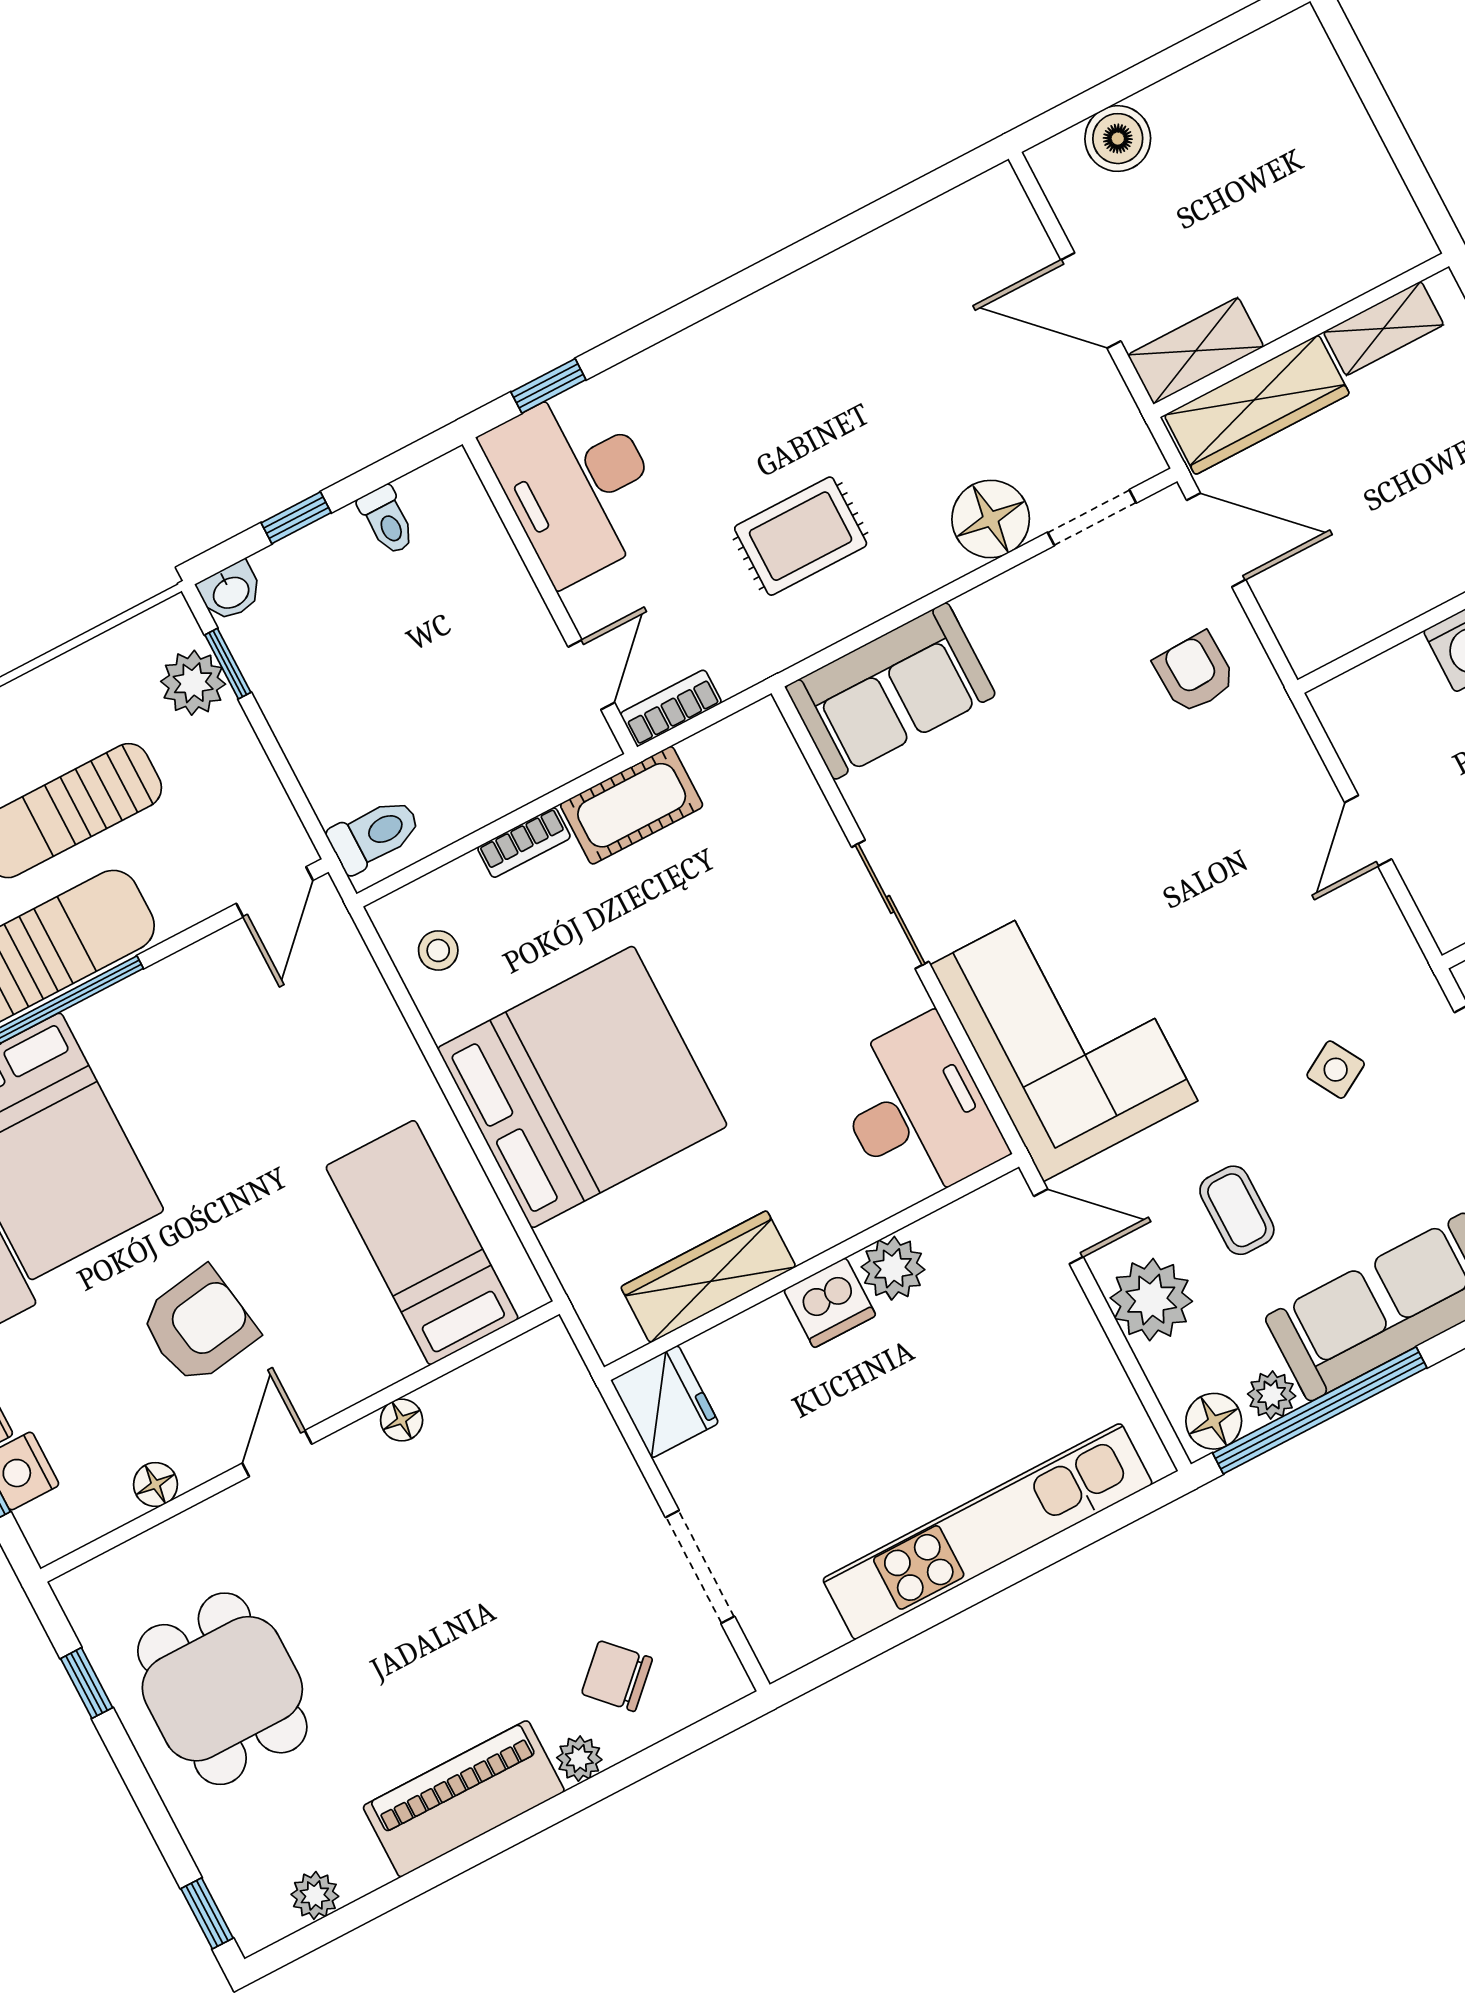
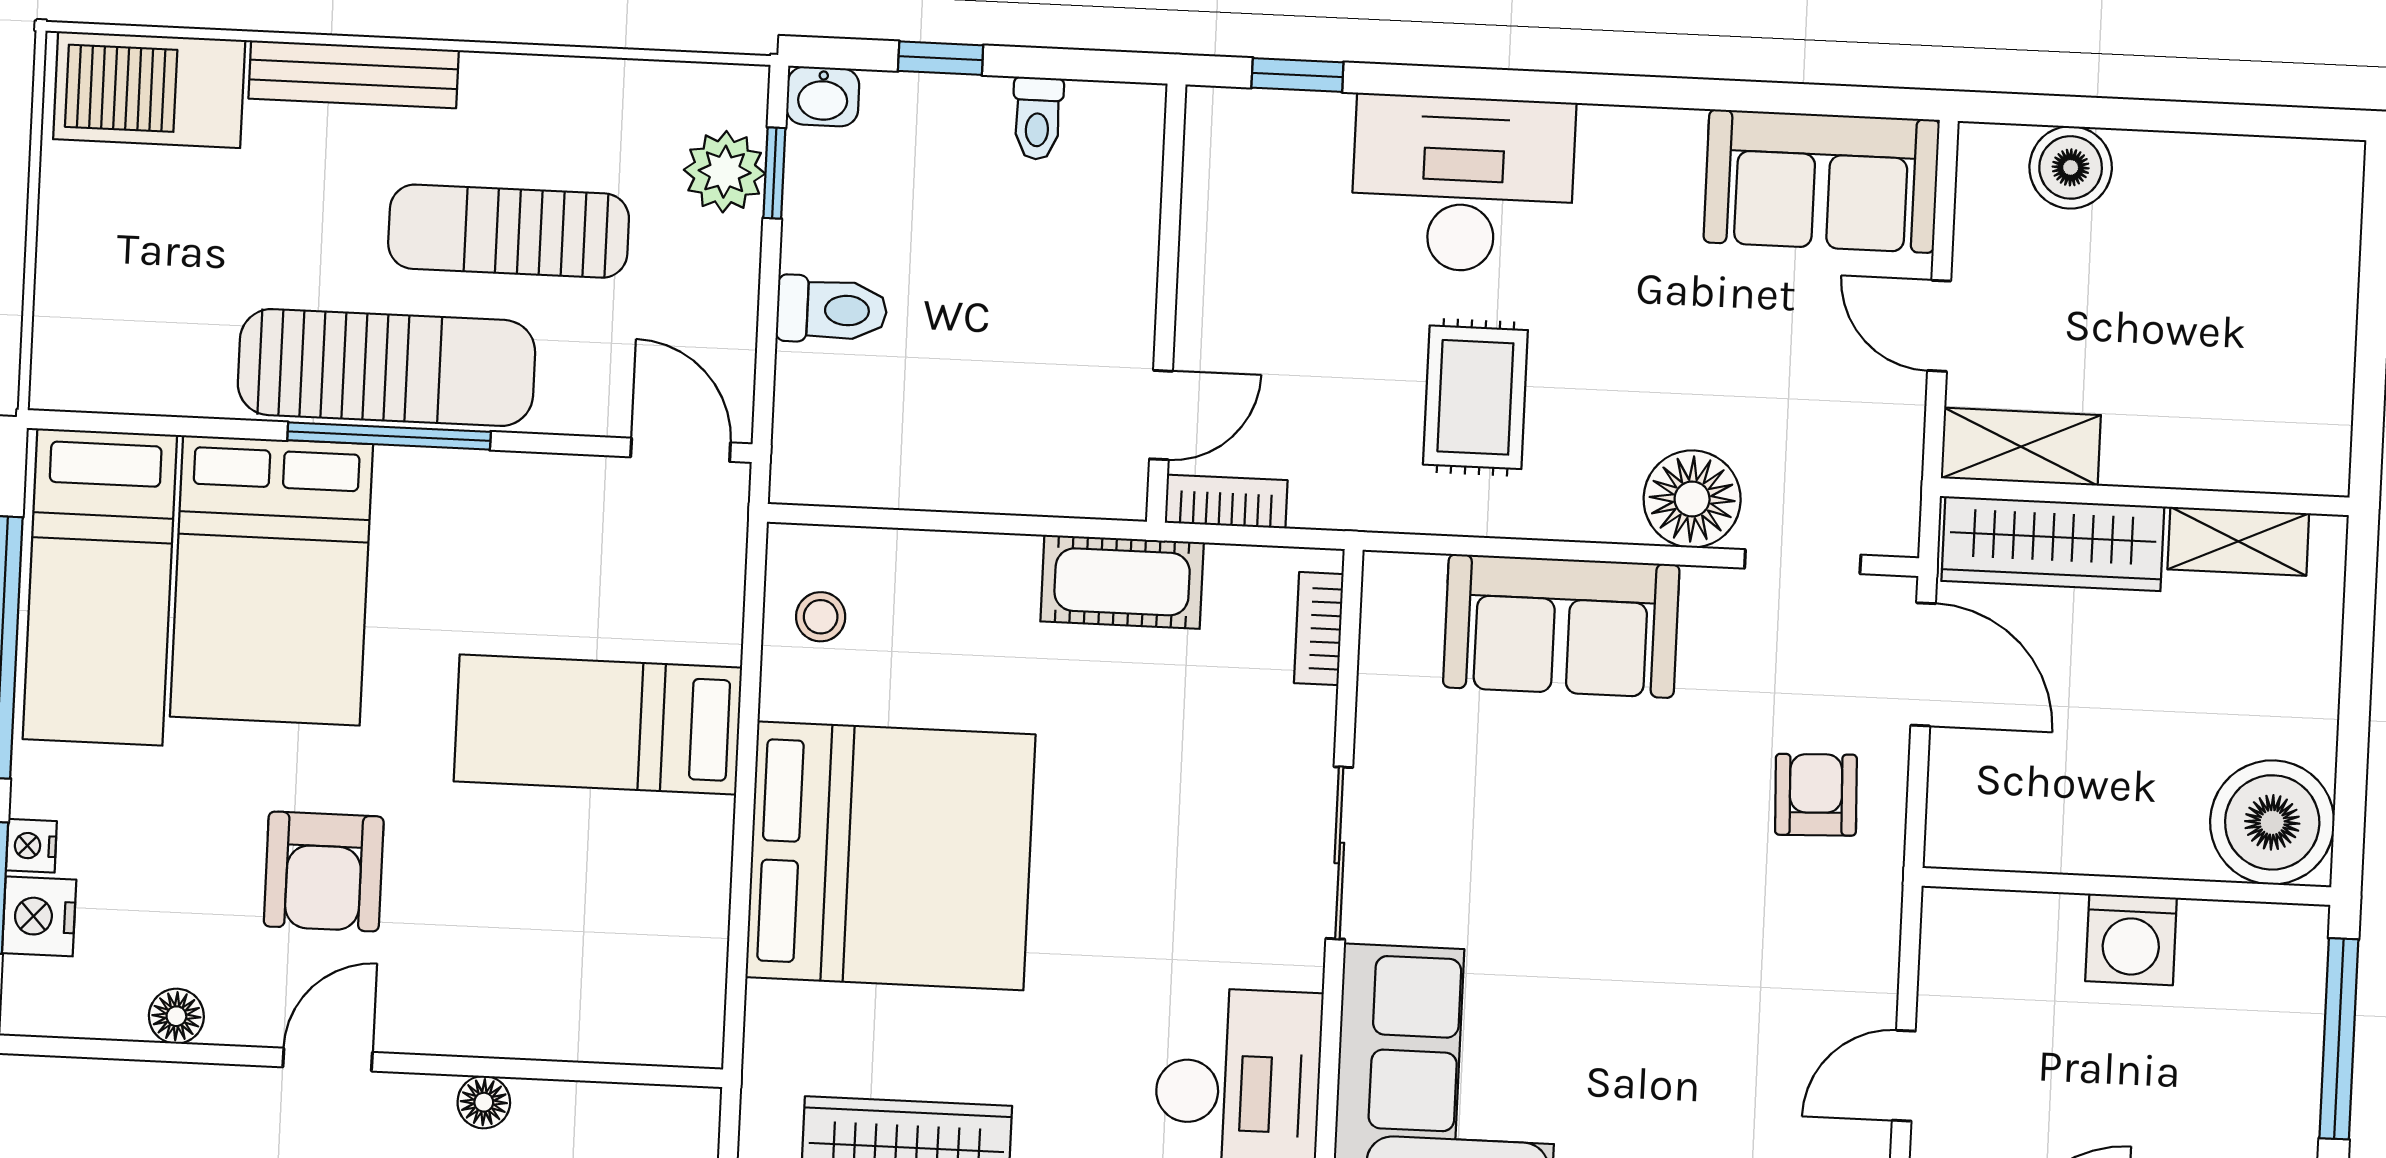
sofa: (952, 248) -> (1822, 181), added
door: (1091, 300) -> (1939, 326), width x0.73
desk: (577, 483) -> (1463, 184), moved, turned 90
rug: (801, 536) -> (1475, 397), turned 90
sofa: (890, 691) -> (1561, 626), moved
toilet: (375, 835) -> (832, 310), moved
bookcase: (524, 843) -> (1319, 629), moved, turned 90
door: (275, 892) -> (681, 450), swing flipped
bed: (422, 1243) -> (598, 725), moved, turned -90
armchair: (199, 1326) -> (324, 872), turned 99

